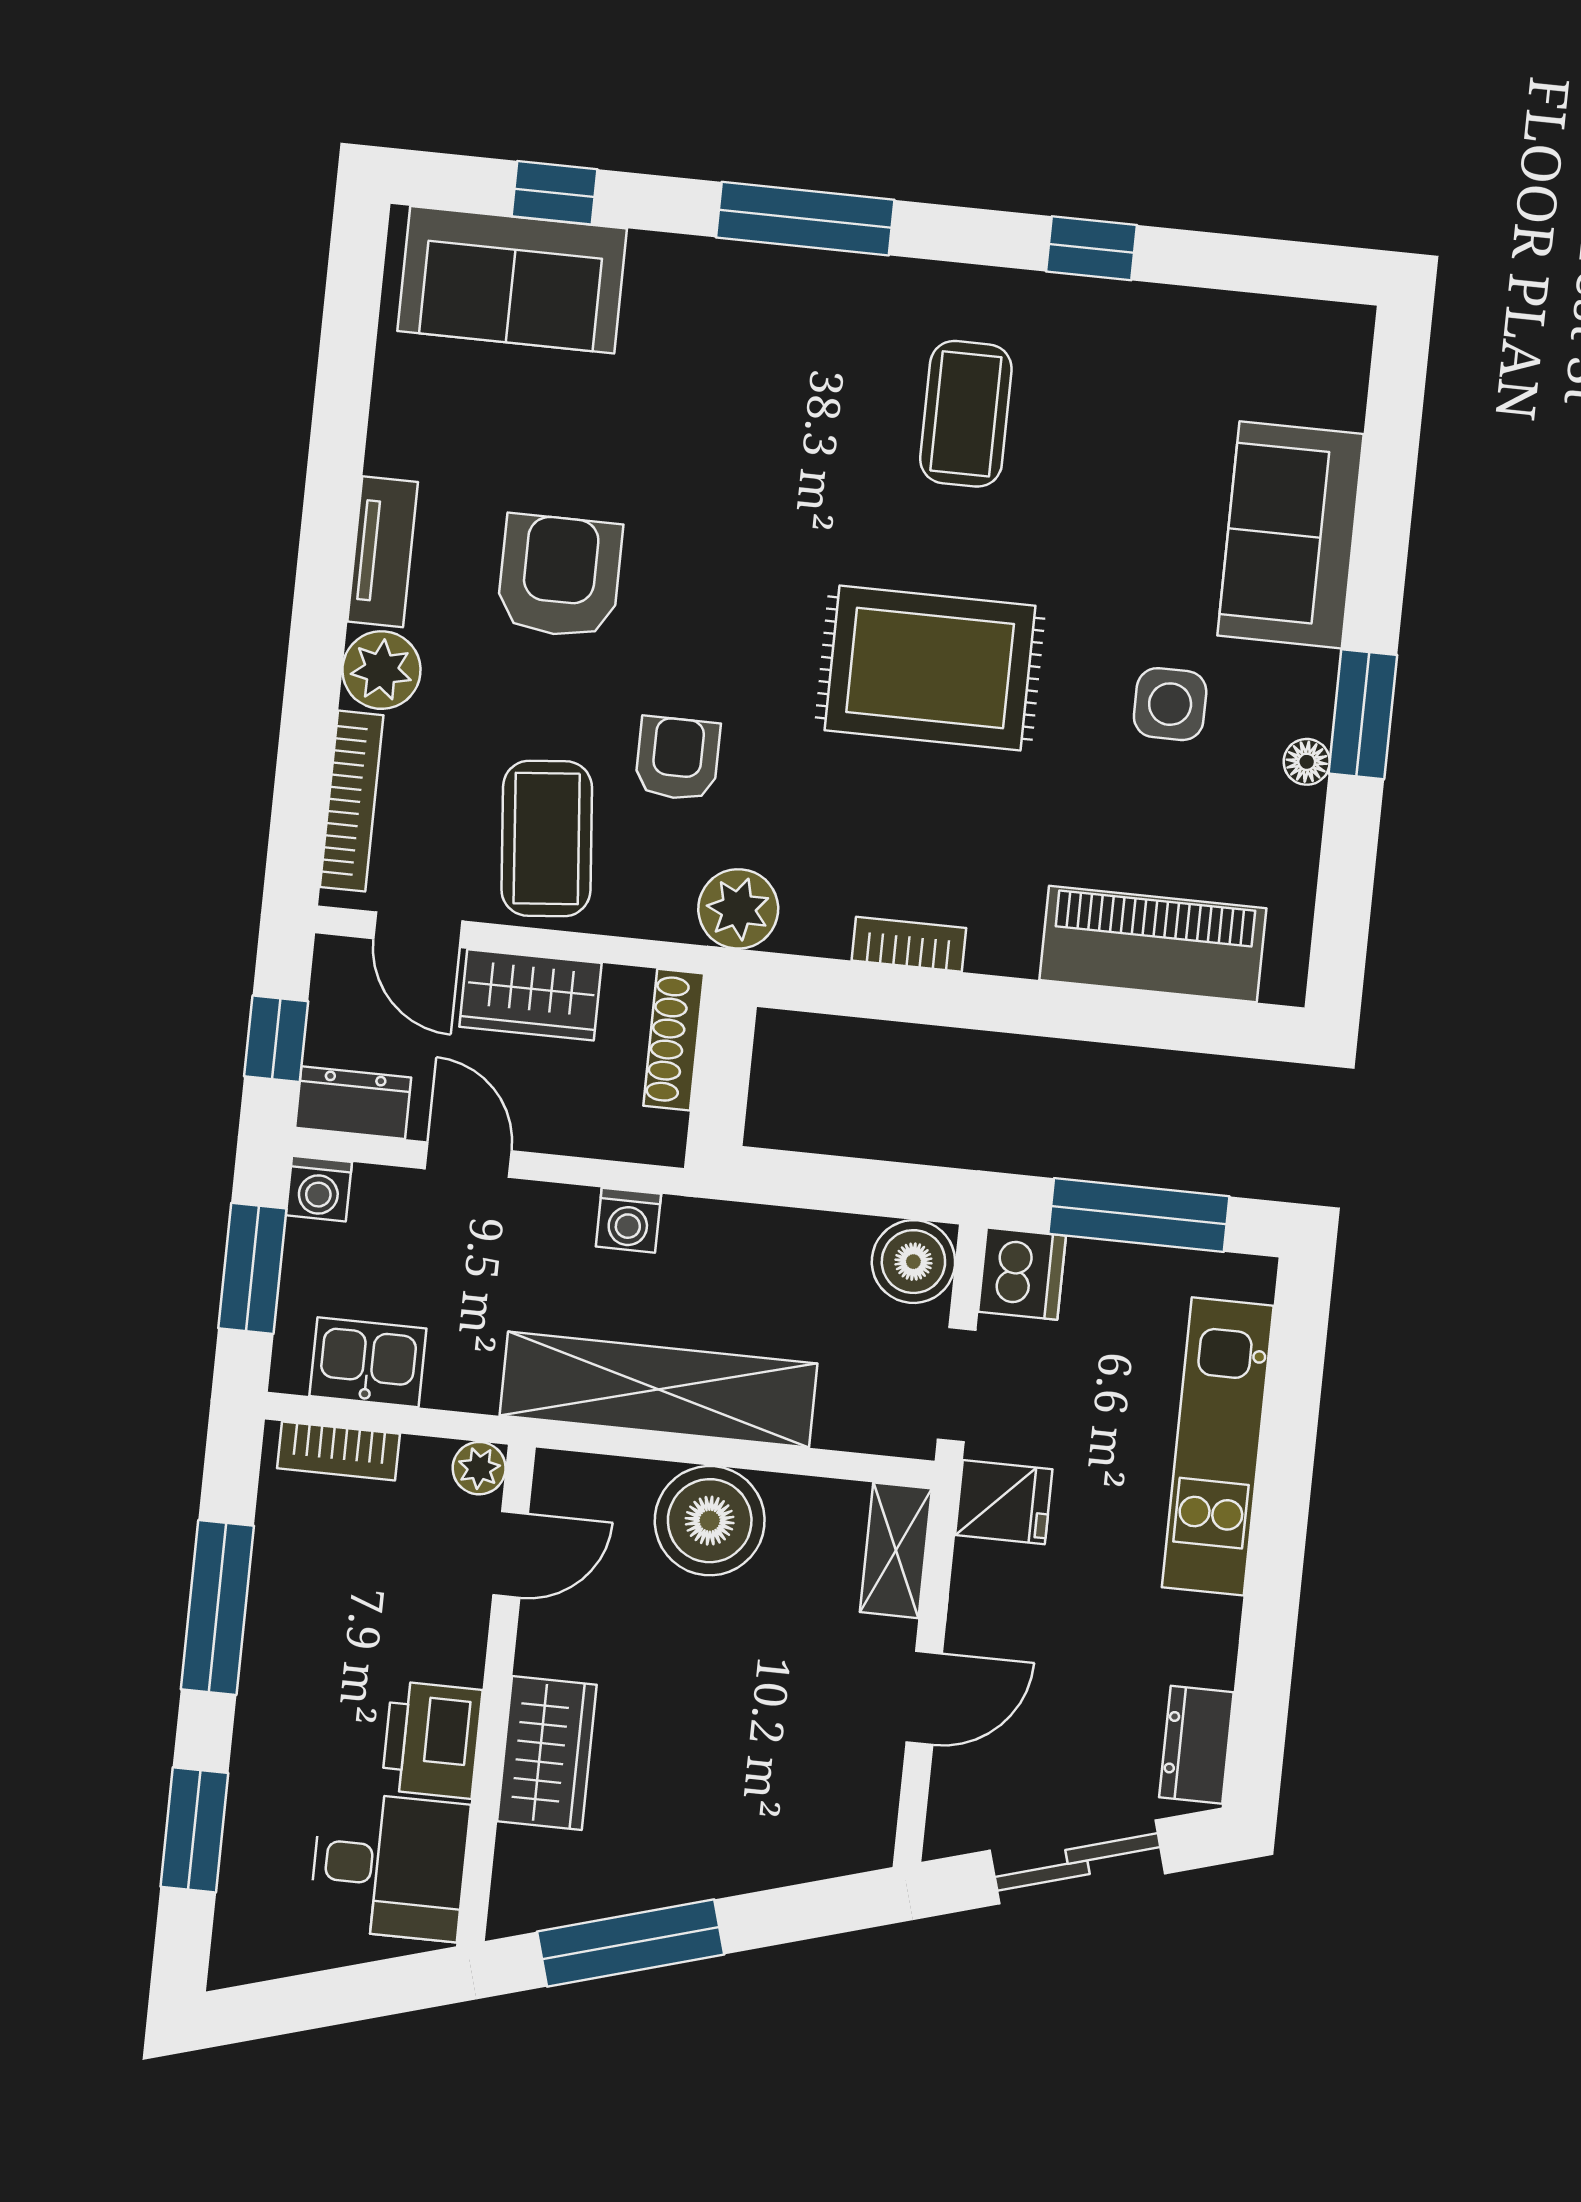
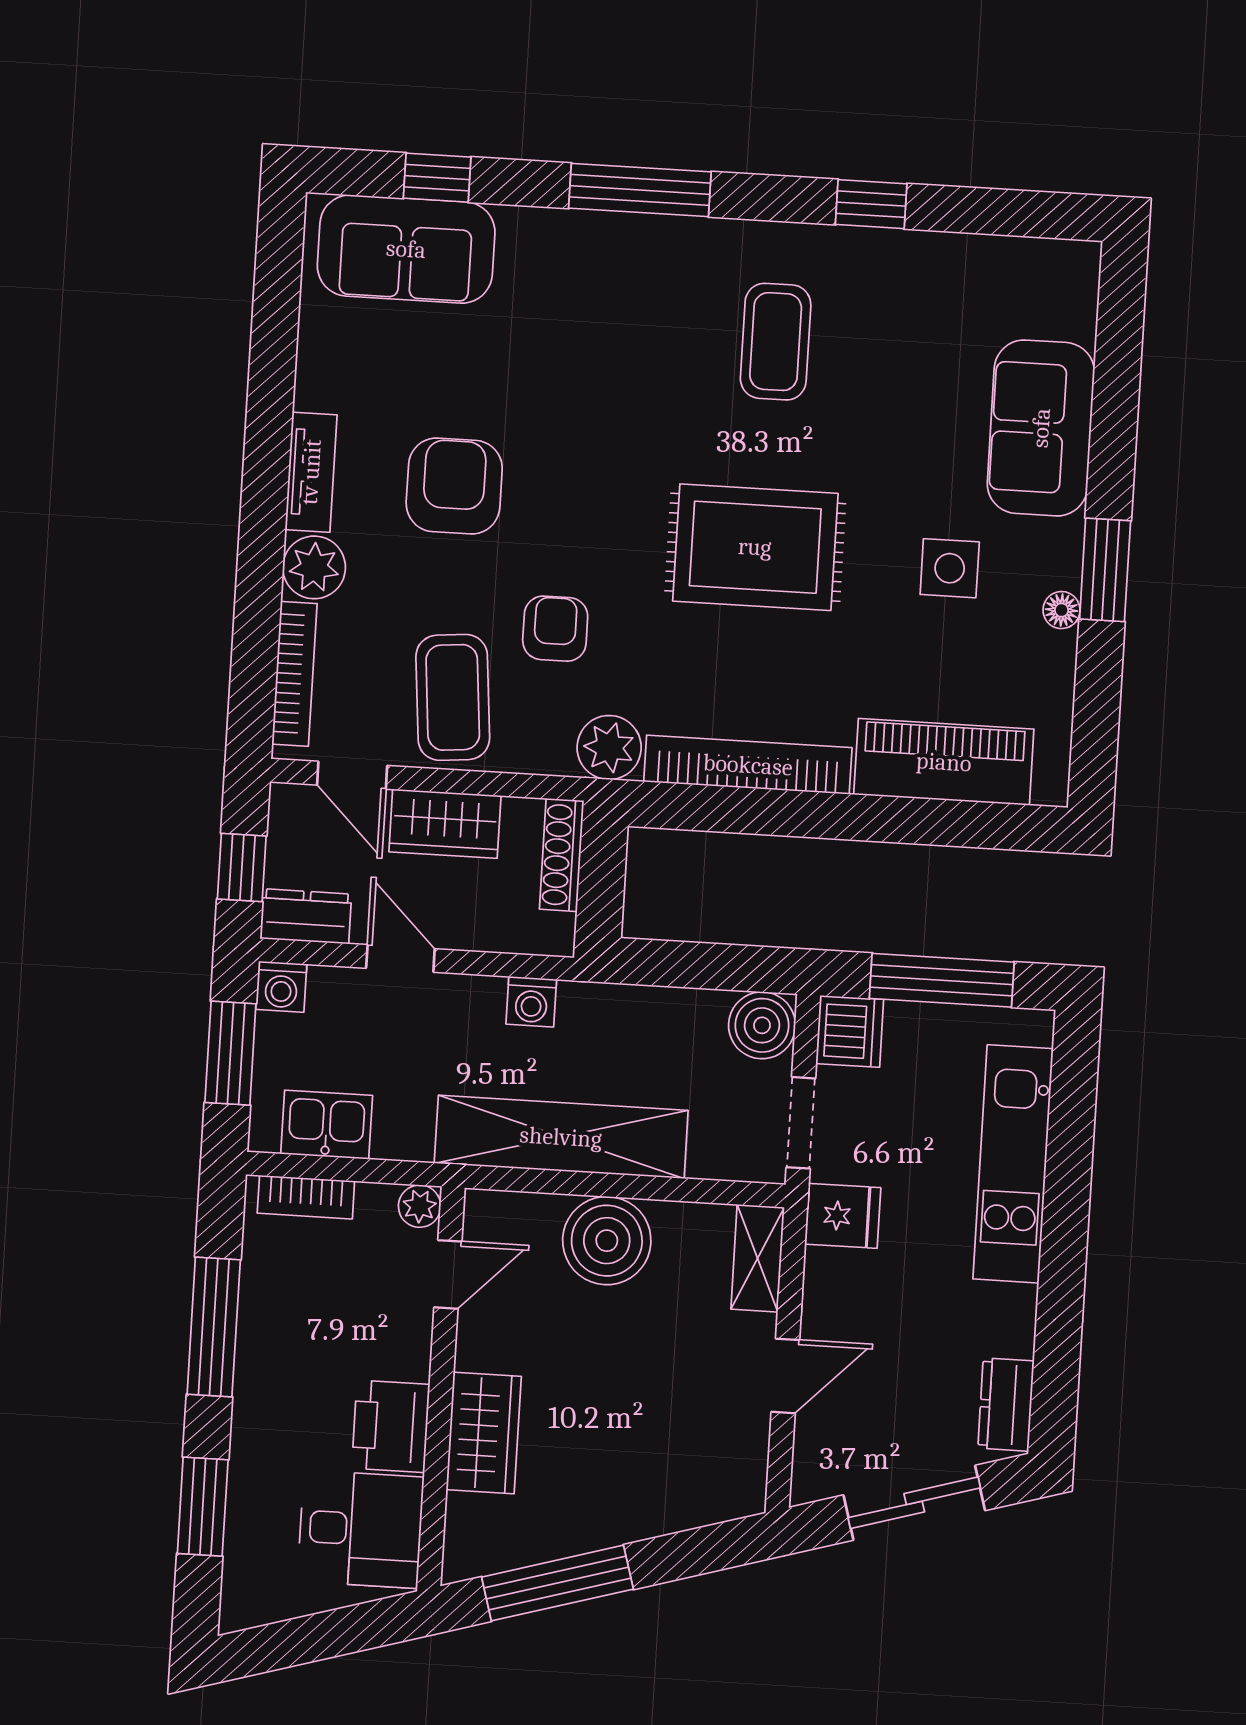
bookcase: (909, 944) -> (748, 765), width x2.31, depth x1.31

